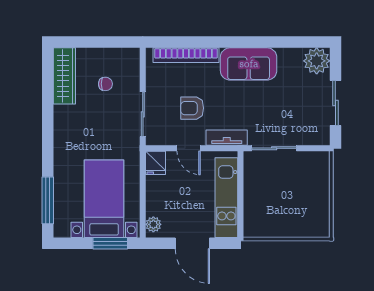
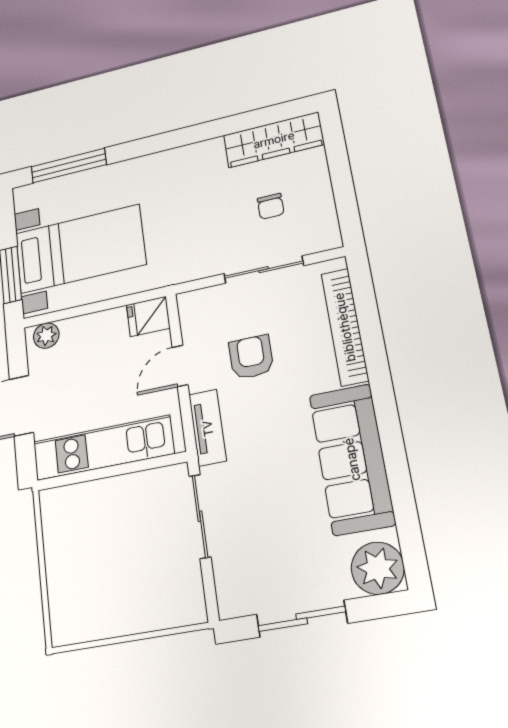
sofa: (249, 64) -> (352, 459), width x1.36
sliding door: (143, 114) -> (264, 270), moved

